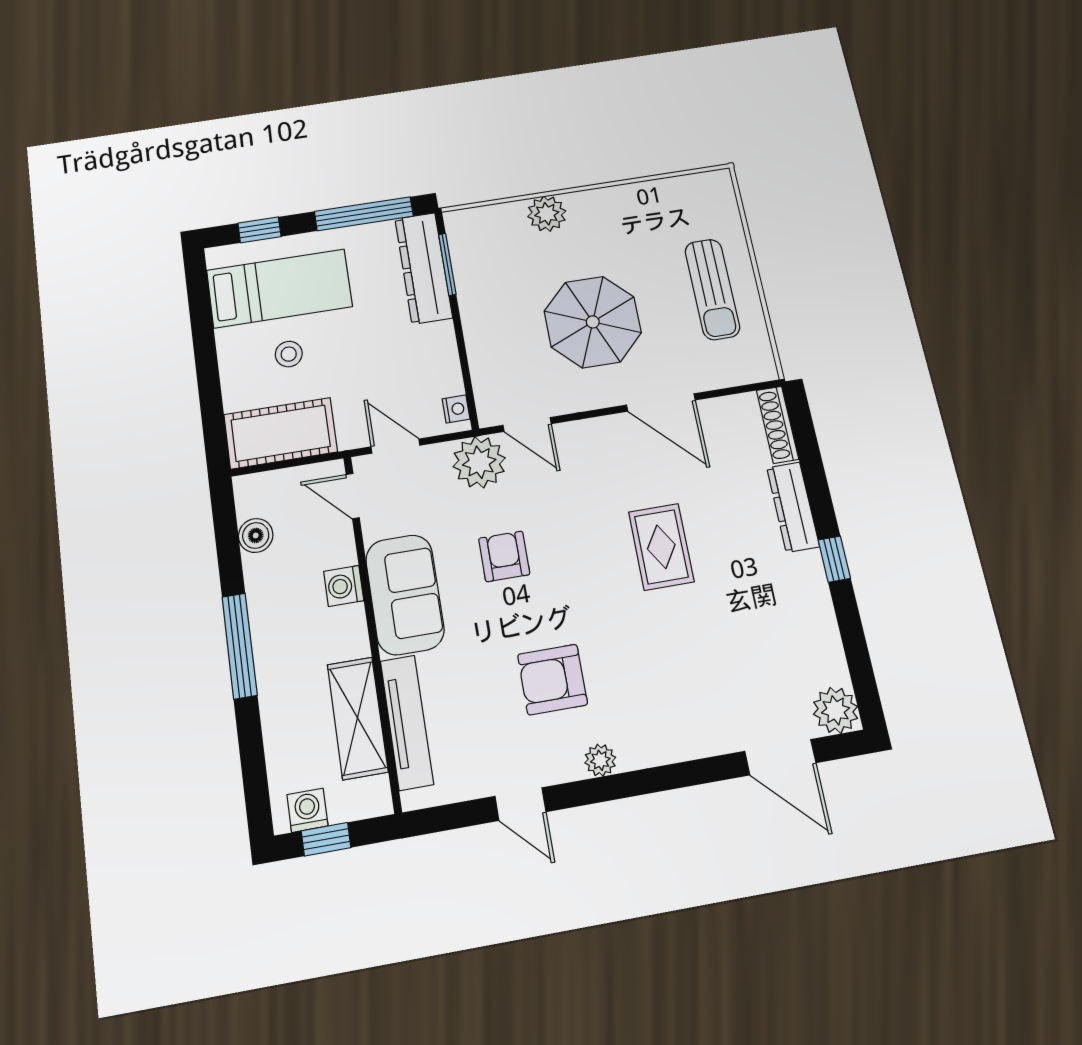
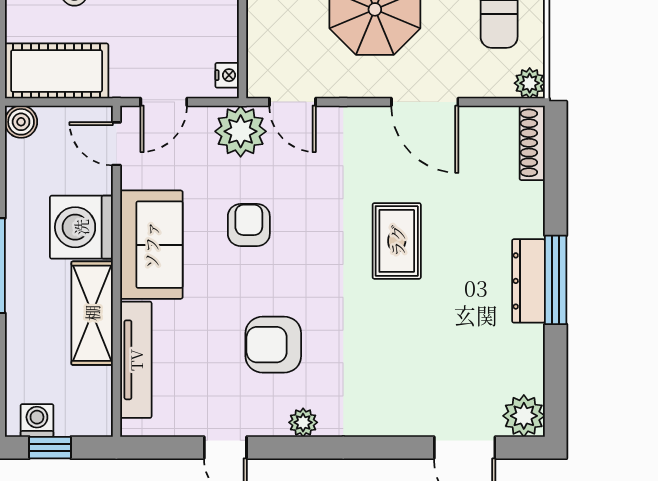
plant: (761, 367) -> (530, 83), added
door: (395, 446) -> (164, 102), swing flipped
dresser: (793, 507) -> (528, 281), moved
boiler: (256, 535) -> (21, 122), moved
window: (834, 559) -> (556, 280), width x2.17
washing machine: (344, 586) -> (81, 227), width x1.89, depth x1.89
shelving: (357, 718) -> (92, 313), moved

